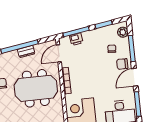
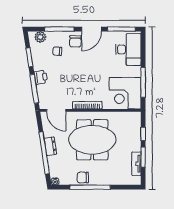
printer: (76, 39) -> (41, 77), moved
door: (135, 77) -> (92, 29), hinge flipped
meeting table: (36, 88) -> (92, 140), turned 90

